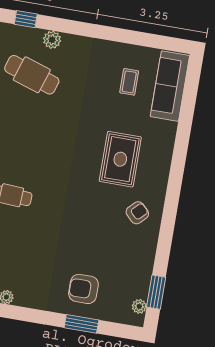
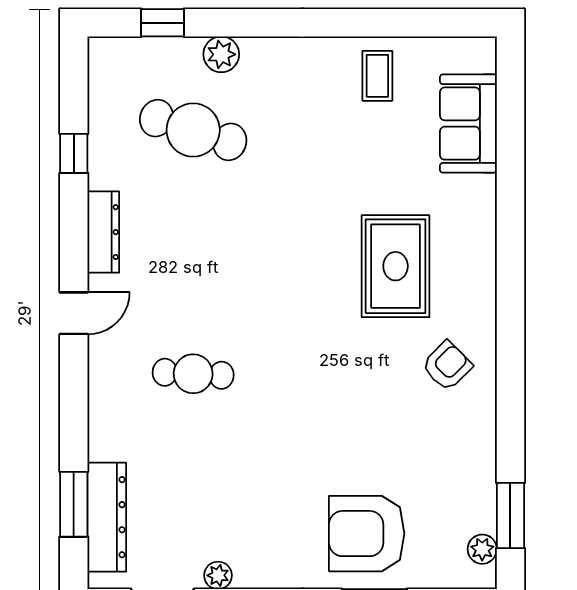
coffee table: (129, 82) -> (377, 76), moved
sofa: (170, 86) -> (468, 124), width x0.73
armchair: (83, 289) -> (367, 534), width x1.36, depth x1.36

